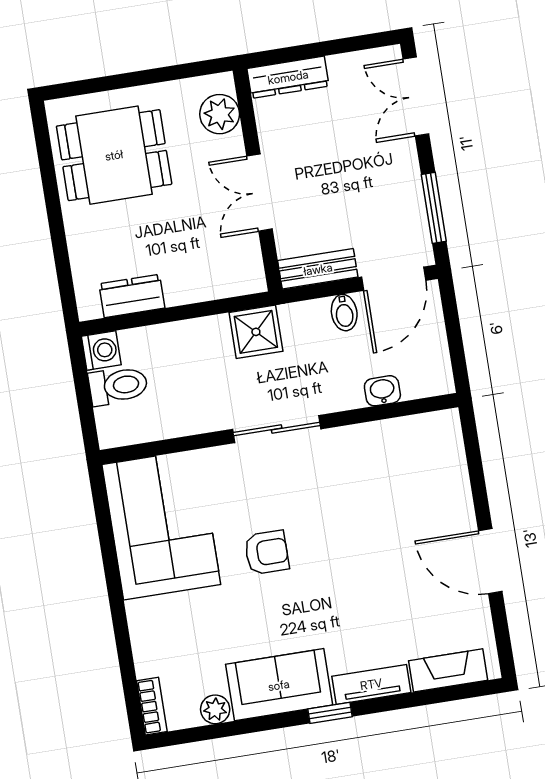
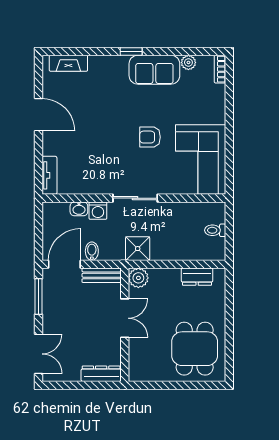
plant: (220, 114) -> (138, 278), moved
dining table: (114, 155) -> (195, 349), turned 90
washing machine: (101, 350) -> (98, 211), moved, turned -90
toilet: (118, 386) -> (215, 230), width x0.73, depth x0.72
tv unit: (371, 684) -> (49, 175), moved, turned -90

